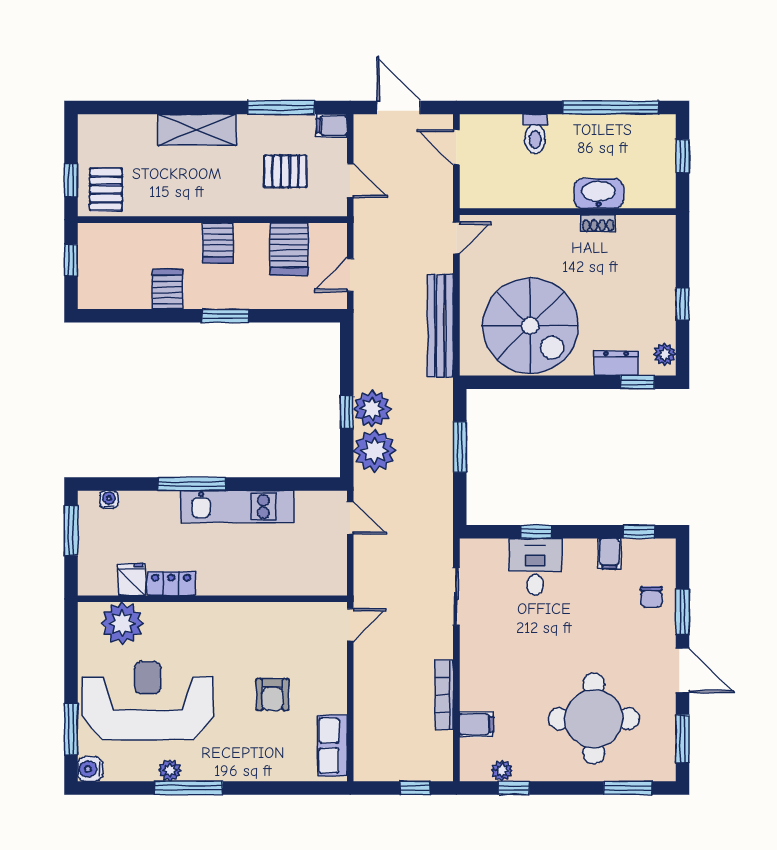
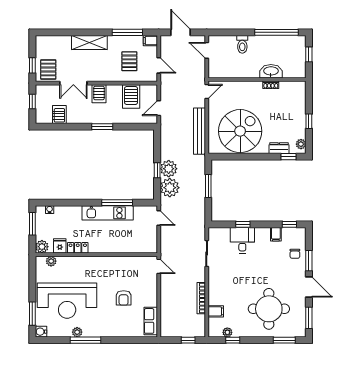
pallet: (285, 171) -> (129, 61), turned 90
double door: (162, 220) -> (73, 83), added
server rack: (167, 289) -> (59, 115), moved
spiral stairs: (530, 326) -> (240, 131), turned -90
window: (192, 484) -> (117, 203), moved
plant: (92, 581) -> (42, 247), added
plant: (122, 623) -> (51, 261), width x0.53, depth x0.53
door: (350, 625) -> (159, 266), hinge flipped
reception desk: (148, 700) -> (67, 301), turned 180

